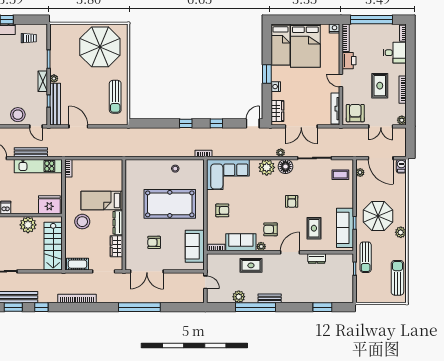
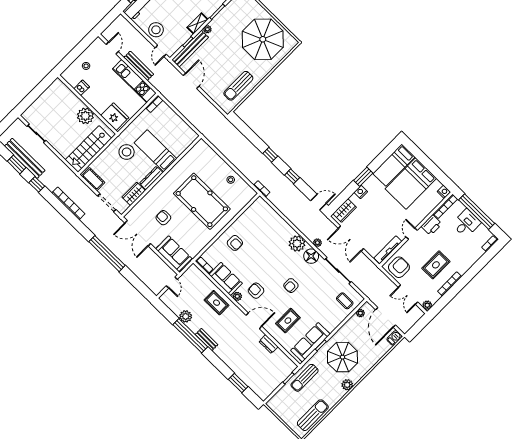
desk: (395, 53) -> (466, 223), moved, turned -90
corner sofa: (228, 174) -> (264, 221), removed
sofa: (195, 246) -> (174, 254), moved, turned 90

